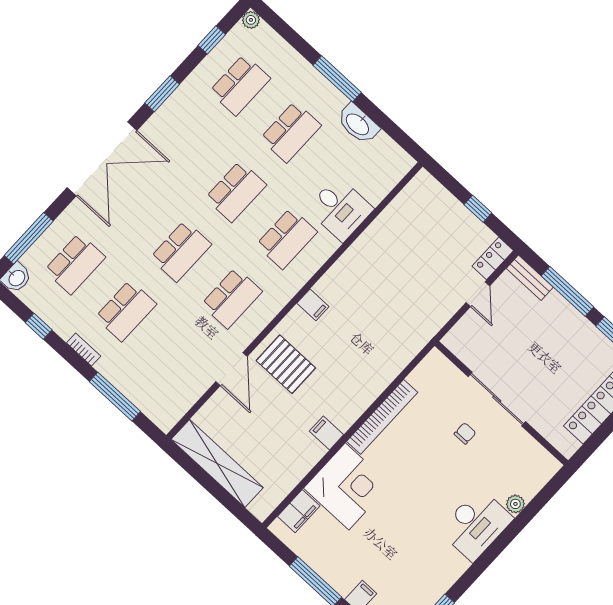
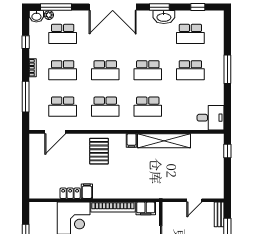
plant: (251, 20) -> (49, 15), moved
washbasin: (358, 124) -> (164, 17), moved, turned -90
desk: (340, 209) -> (211, 118), moved, turned -90
window: (478, 209) -> (227, 151), moved
locker: (493, 258) -> (70, 193), moved
school desk: (177, 358) -> (63, 107), added
door: (231, 369) -> (55, 132), moved
shelving: (217, 463) -> (164, 141), moved, turned 90
filing cabinet: (299, 511) -> (146, 208), moved

